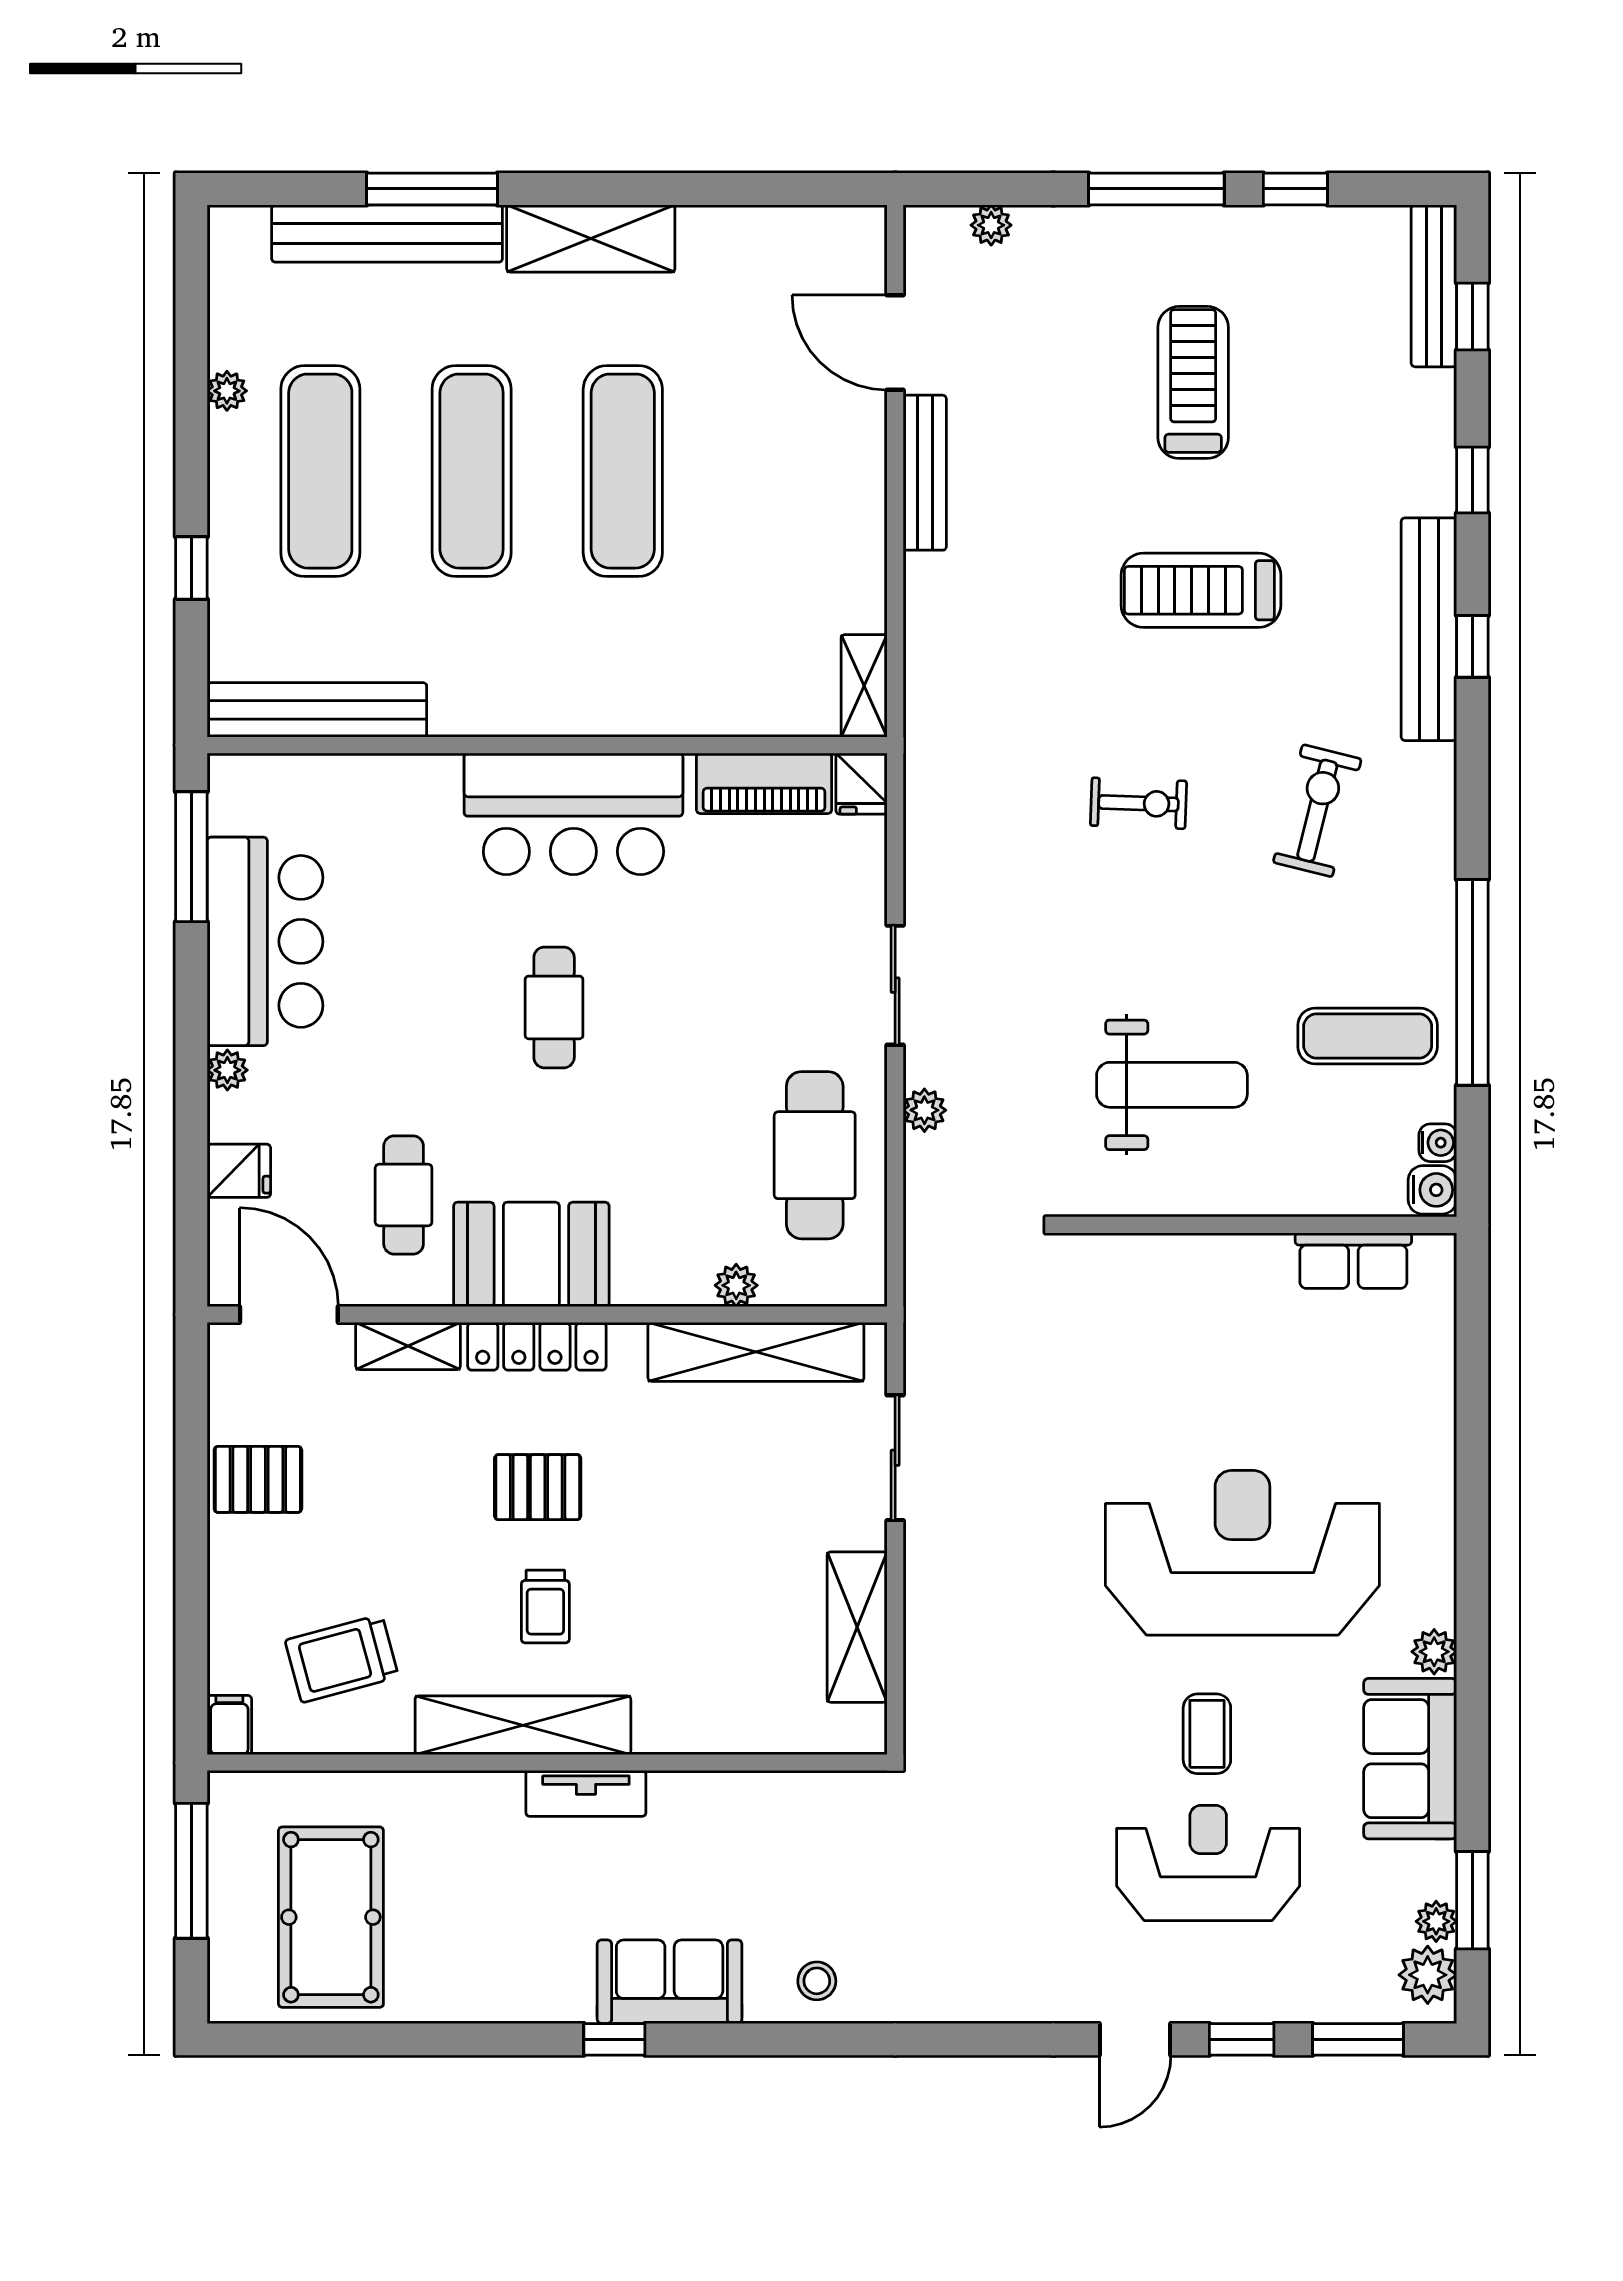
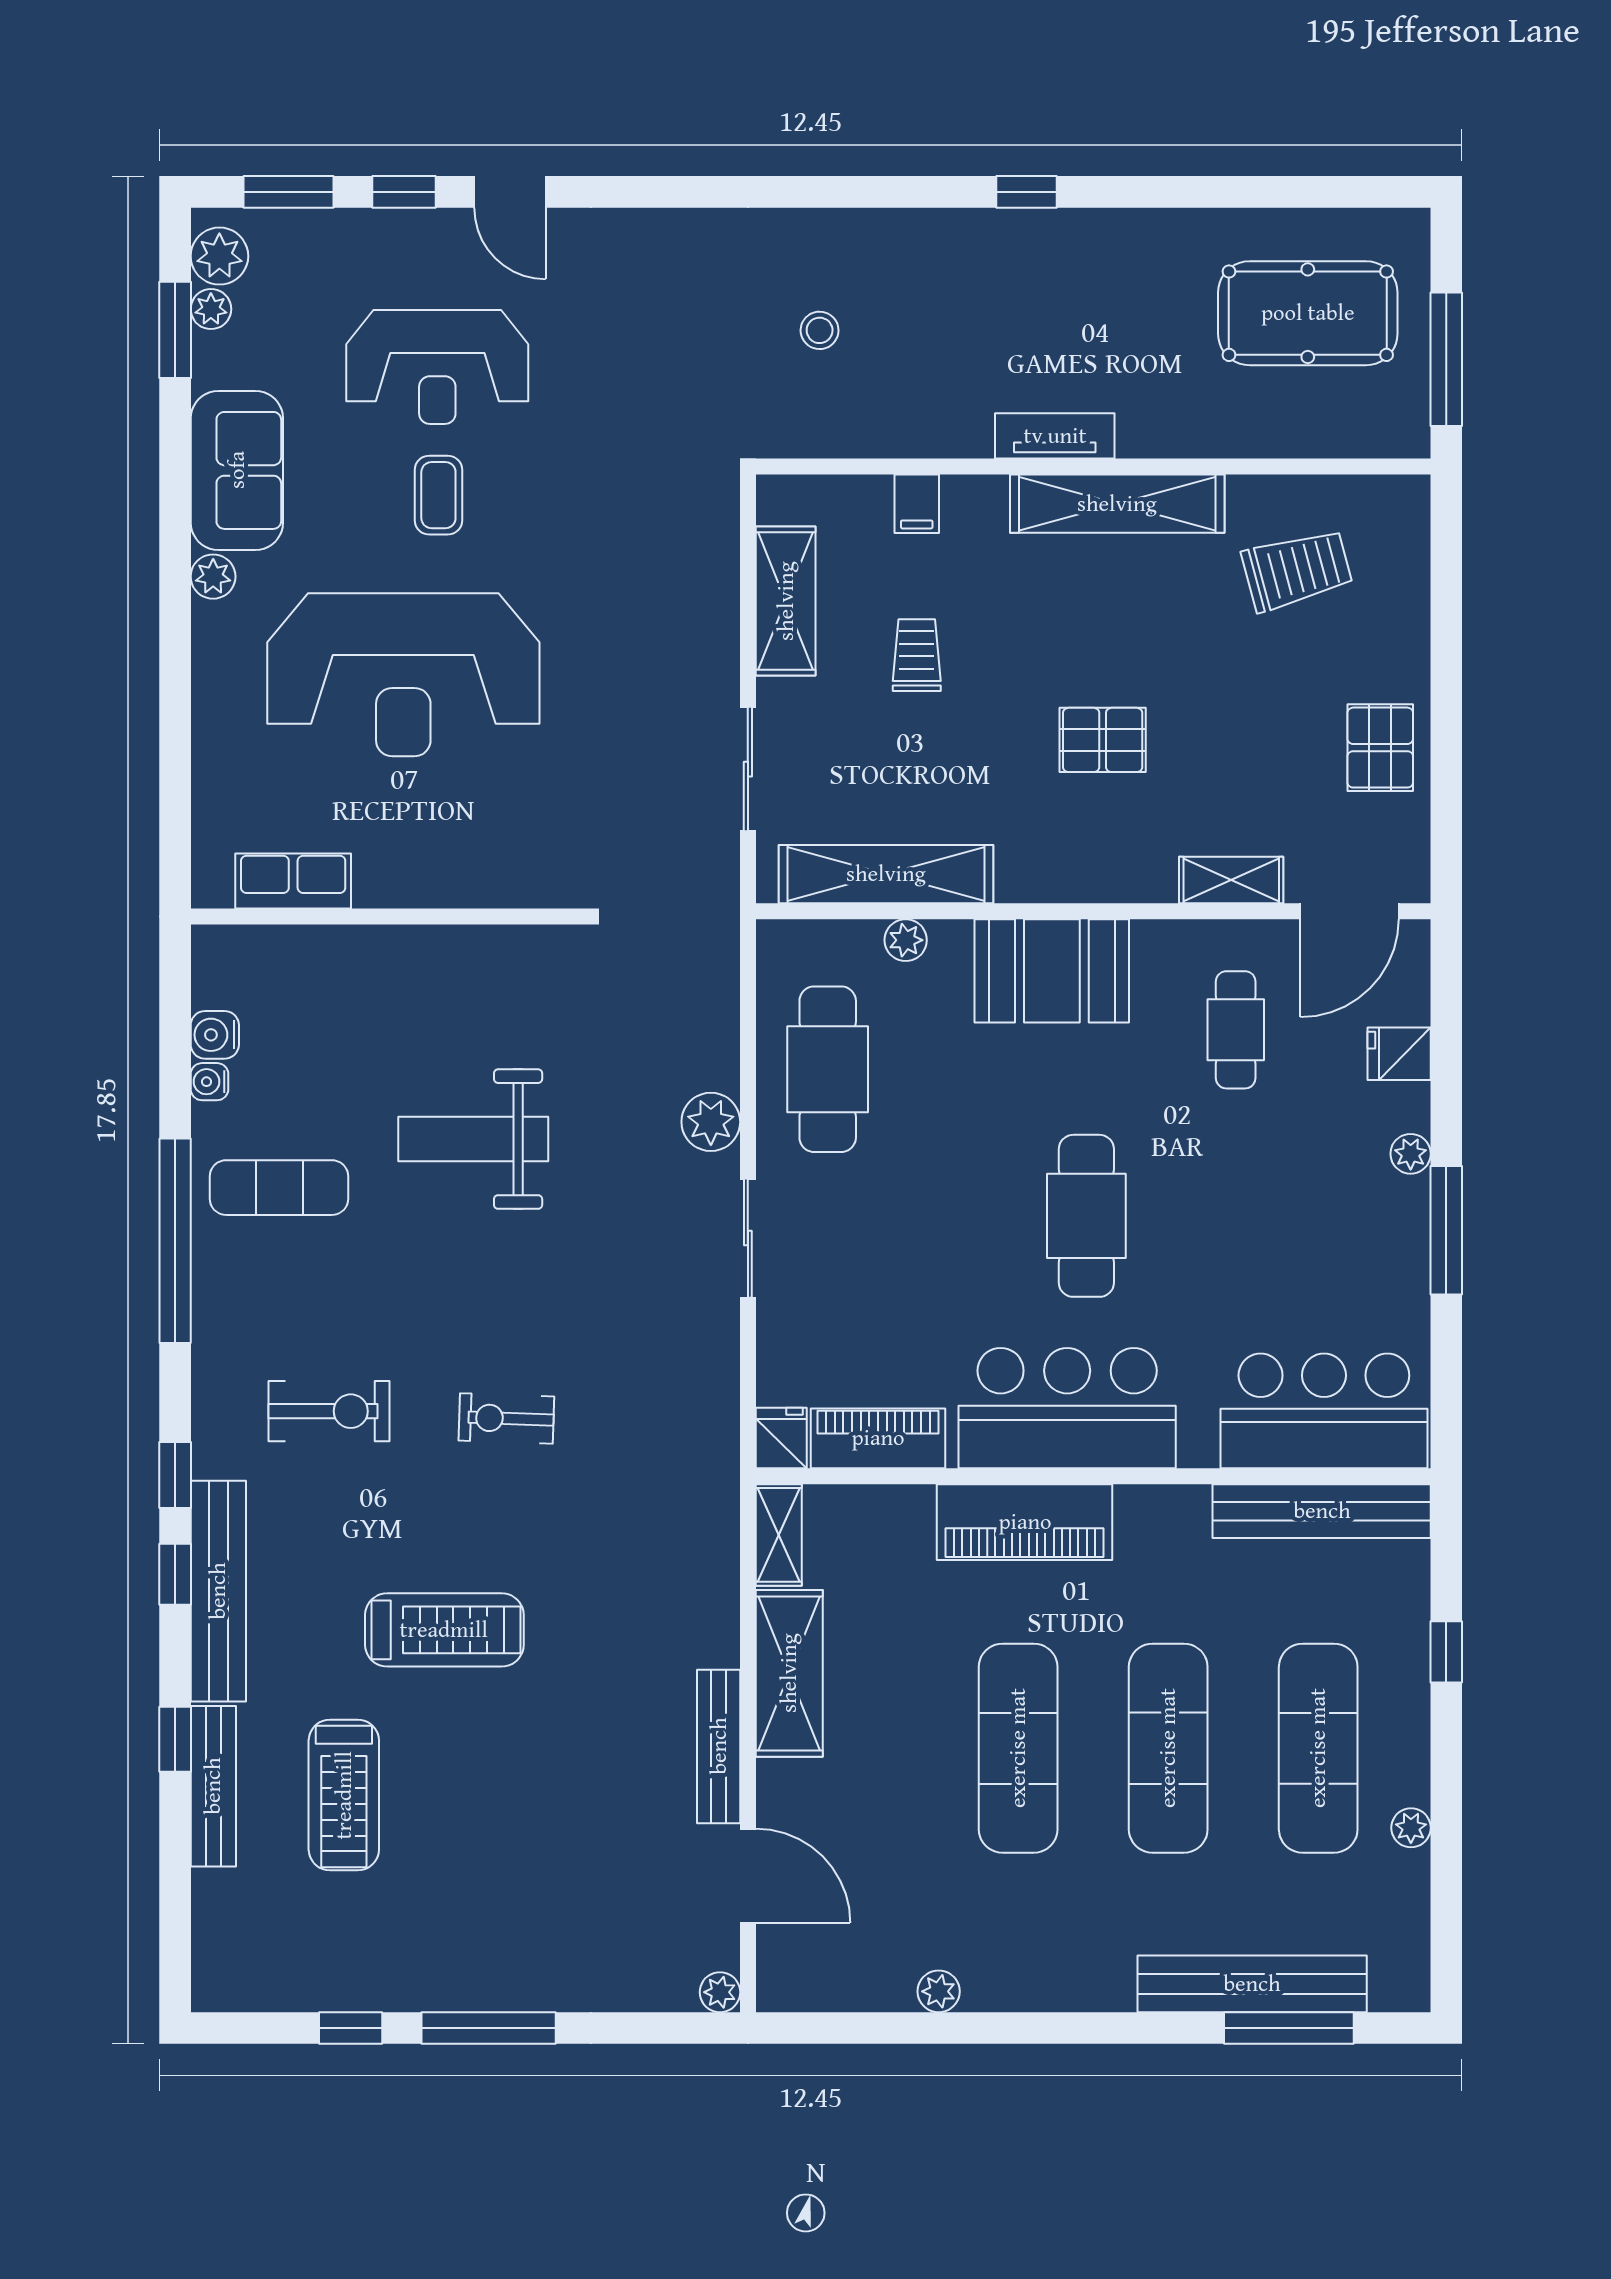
window: (432, 189) -> (1289, 2028), moved
plant: (991, 225) -> (720, 1992), moved
plant: (703, 226) -> (939, 1991), added
shelving: (591, 238) -> (789, 1673), moved, turned 90
bench: (1434, 286) -> (213, 1786), moved
window: (1472, 317) -> (175, 1475), moved
treadmill: (1193, 382) -> (344, 1795), moved
piano: (616, 699) -> (1025, 1522), added
exercise bike: (1317, 811) -> (329, 1411), turned -104
window: (191, 857) -> (1446, 1230), moved
bar counter: (265, 941) -> (1324, 1411), moved, turned 90
cafe table: (554, 1007) -> (1086, 1216), width x1.37, depth x1.35
plant: (924, 1110) -> (711, 1122), width x1.38, depth x1.38
wall: (1259, 1225) -> (387, 916), moved
booth: (531, 1254) -> (1052, 971), moved
row of seats: (1353, 1261) -> (293, 881), moved
door: (289, 1314) -> (1350, 911), hinge flipped
locker: (537, 1346) -> (1103, 880), removed
pallet: (258, 1479) -> (1380, 748), turned 90
trolley: (545, 1607) -> (917, 655), moved
filing cabinet: (229, 1725) -> (917, 504), moved
pool table: (331, 1917) -> (1308, 313), turned 90
stool: (817, 1981) -> (820, 330), moved
sofa: (670, 1982) -> (972, 249), removed
door: (1135, 2039) -> (510, 192), swing flipped

